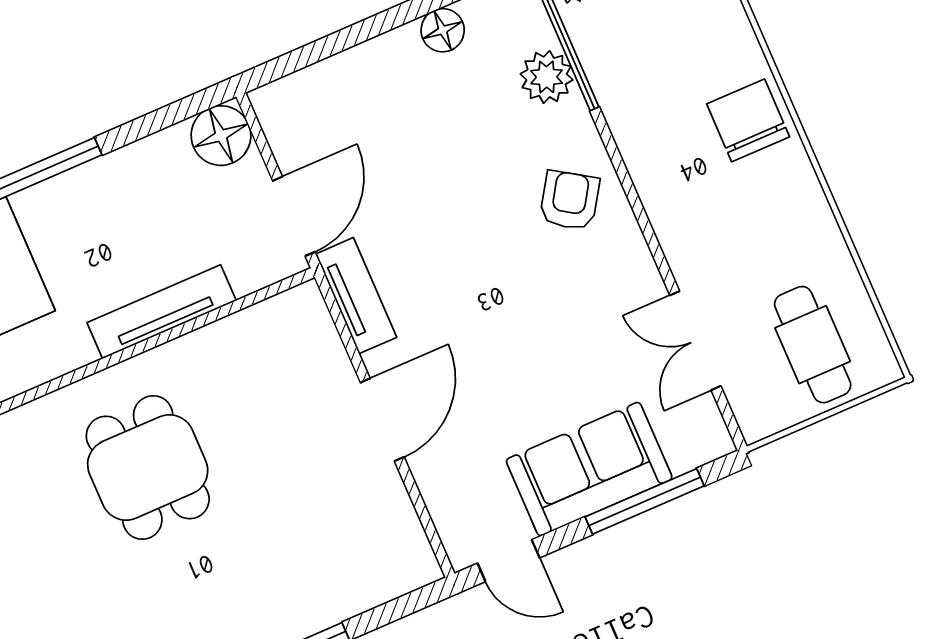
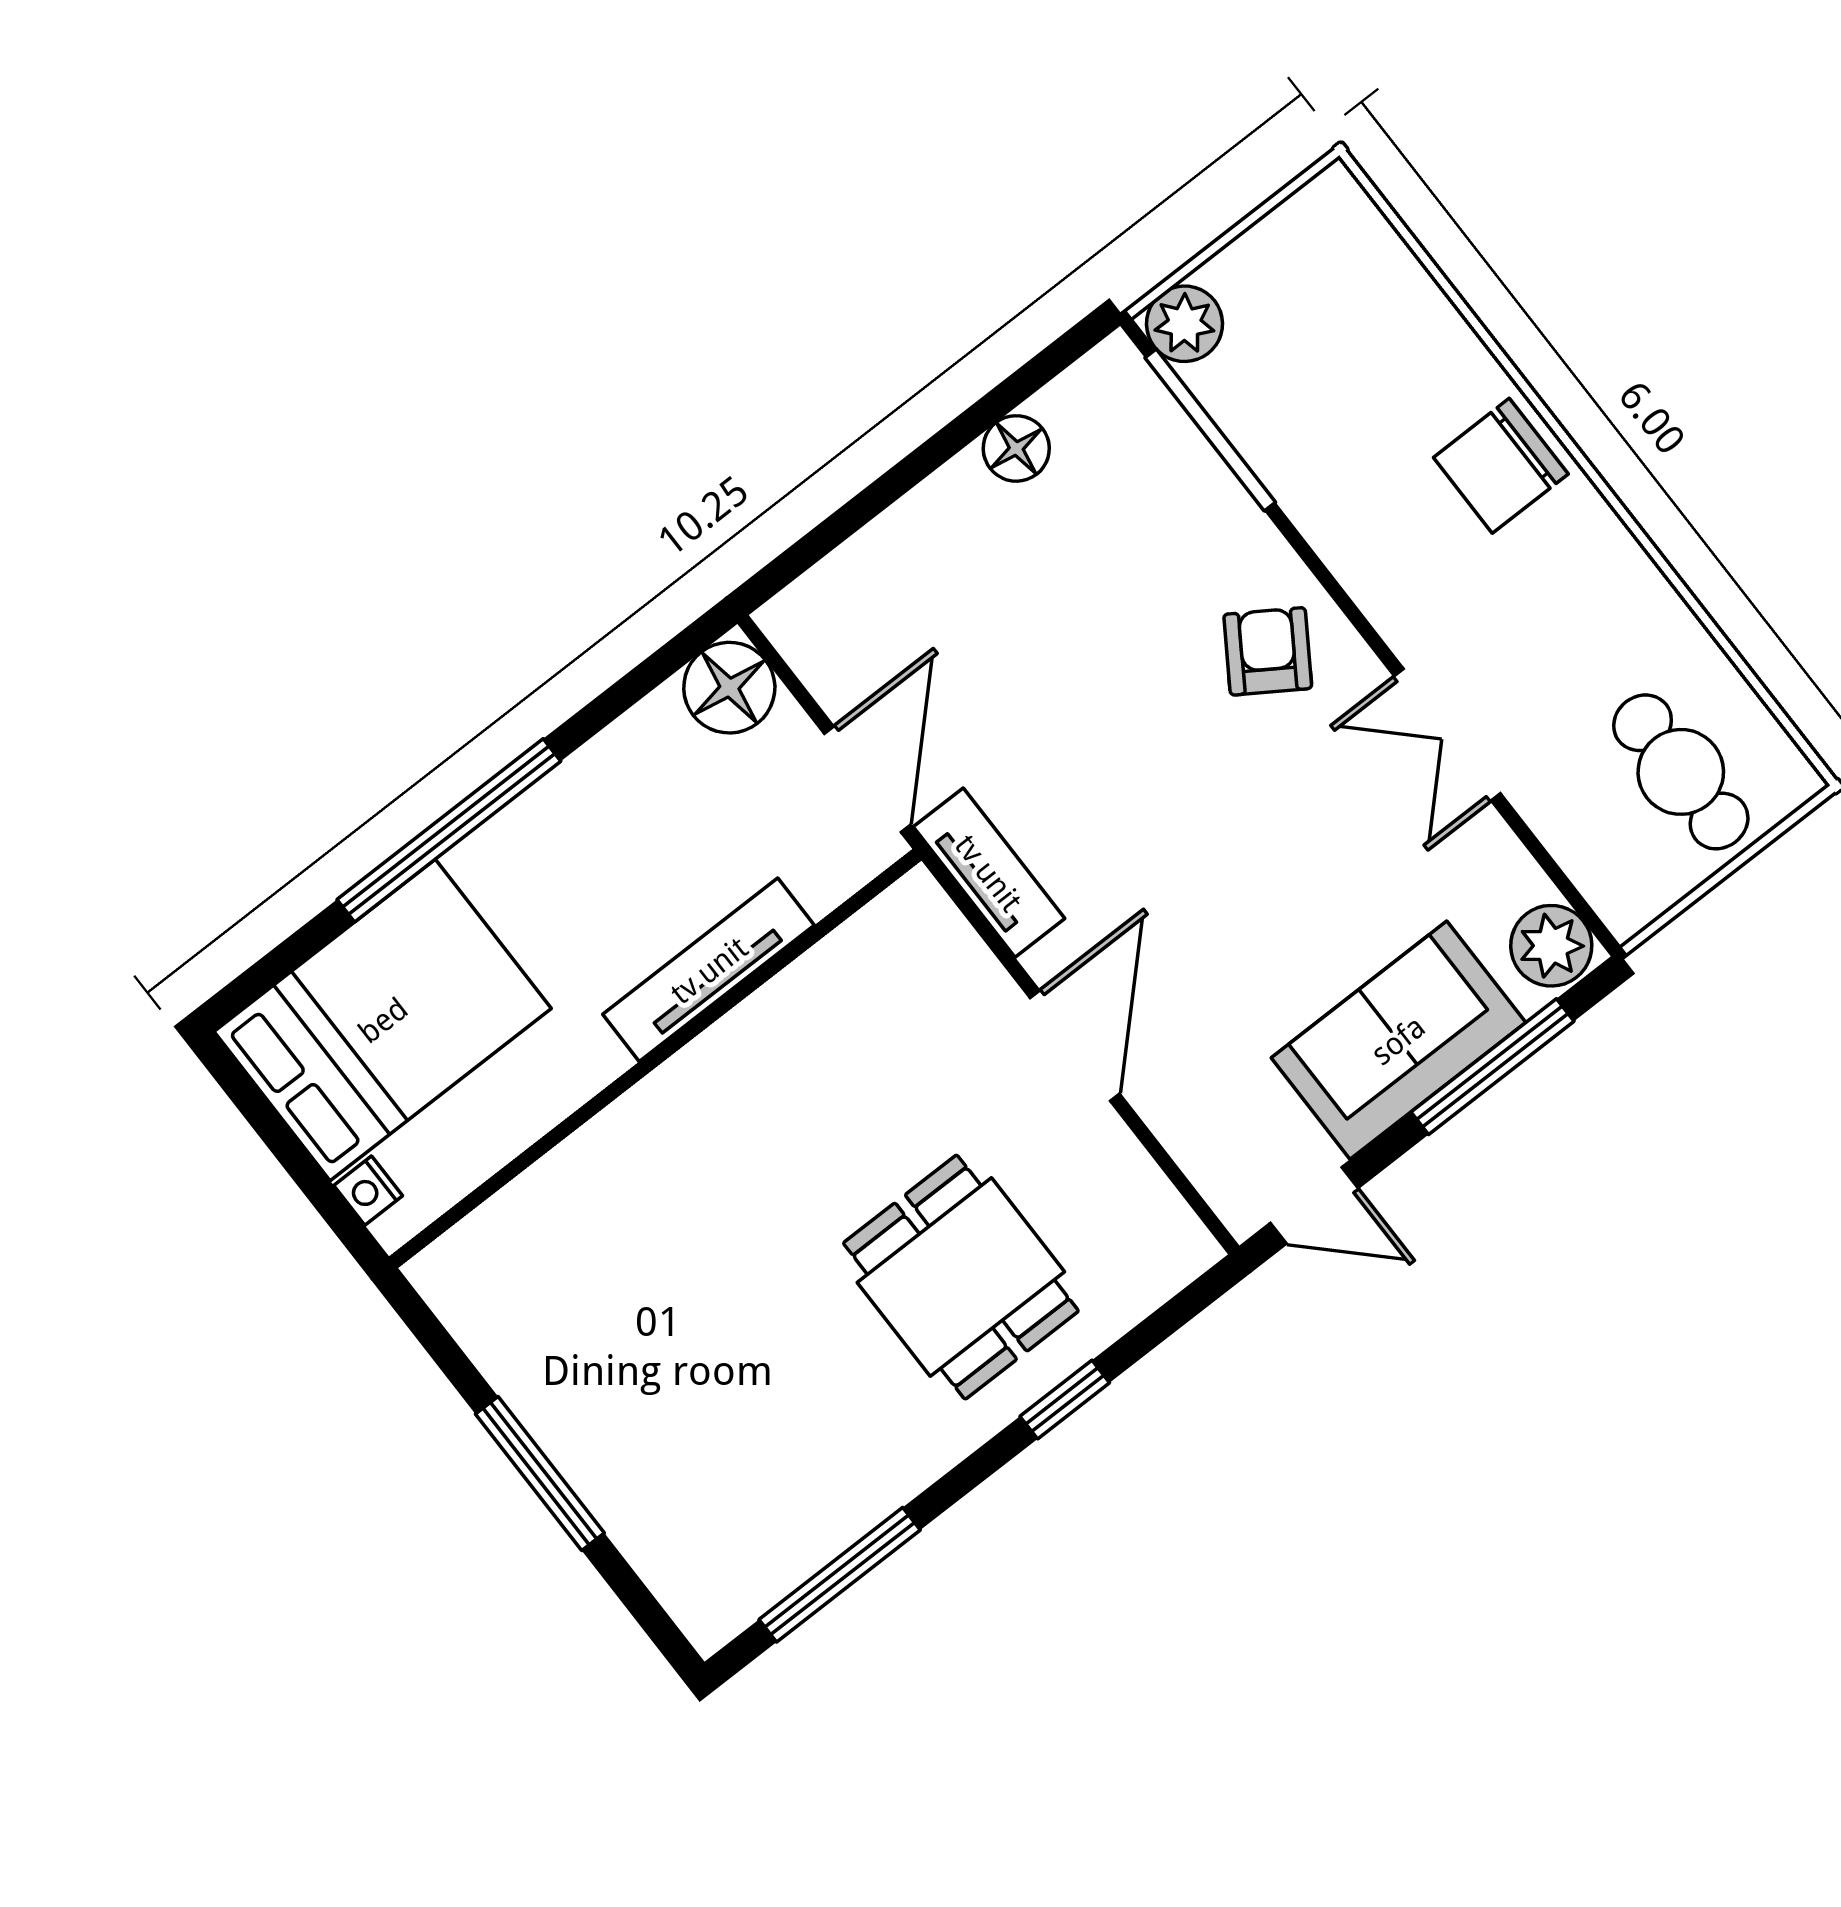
plant: (547, 77) -> (1551, 946), moved
chair: (748, 120) -> (1501, 466), turned -90
double door: (695, 341) -> (1447, 735), moved
dining table: (148, 467) -> (961, 1277), moved

